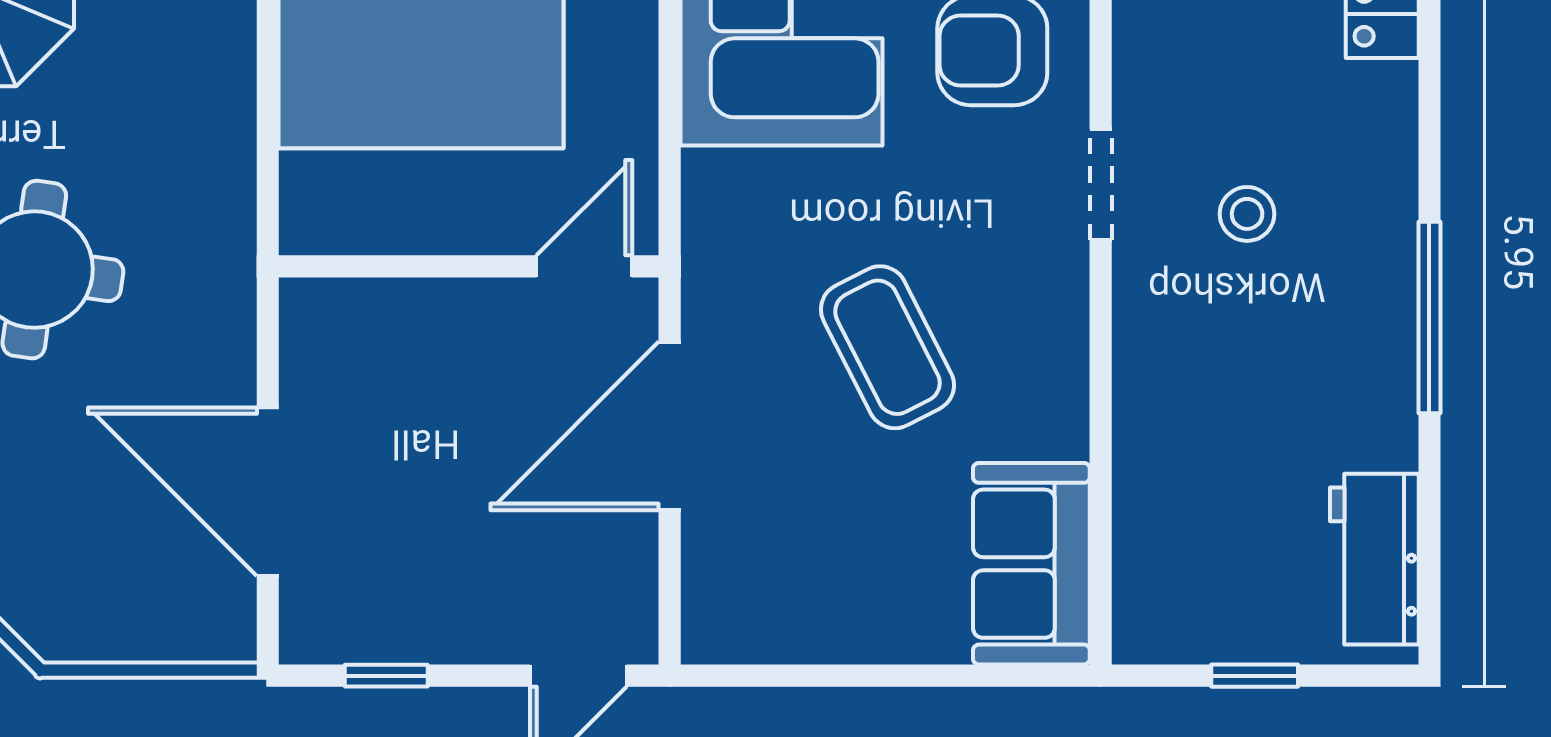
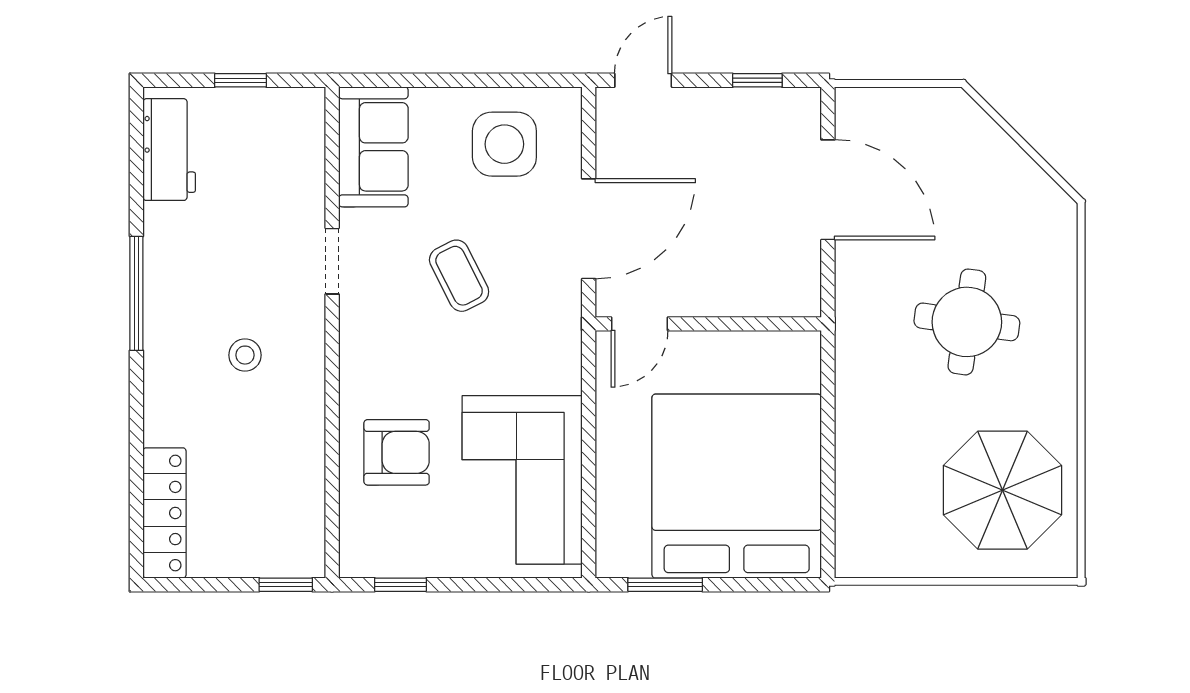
doorway: (1101, 185) -> (332, 261), moved
coffee table: (887, 347) -> (459, 276), width x0.73, depth x0.77
side table: (811, 568) -> (504, 144), added

